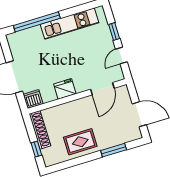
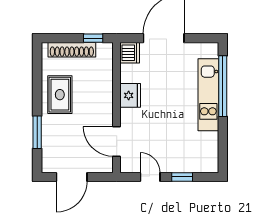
kitchen unit: (70, 24) -> (208, 95), moved
shoe rack: (40, 130) -> (72, 50), moved
window: (36, 149) -> (93, 38), moved

